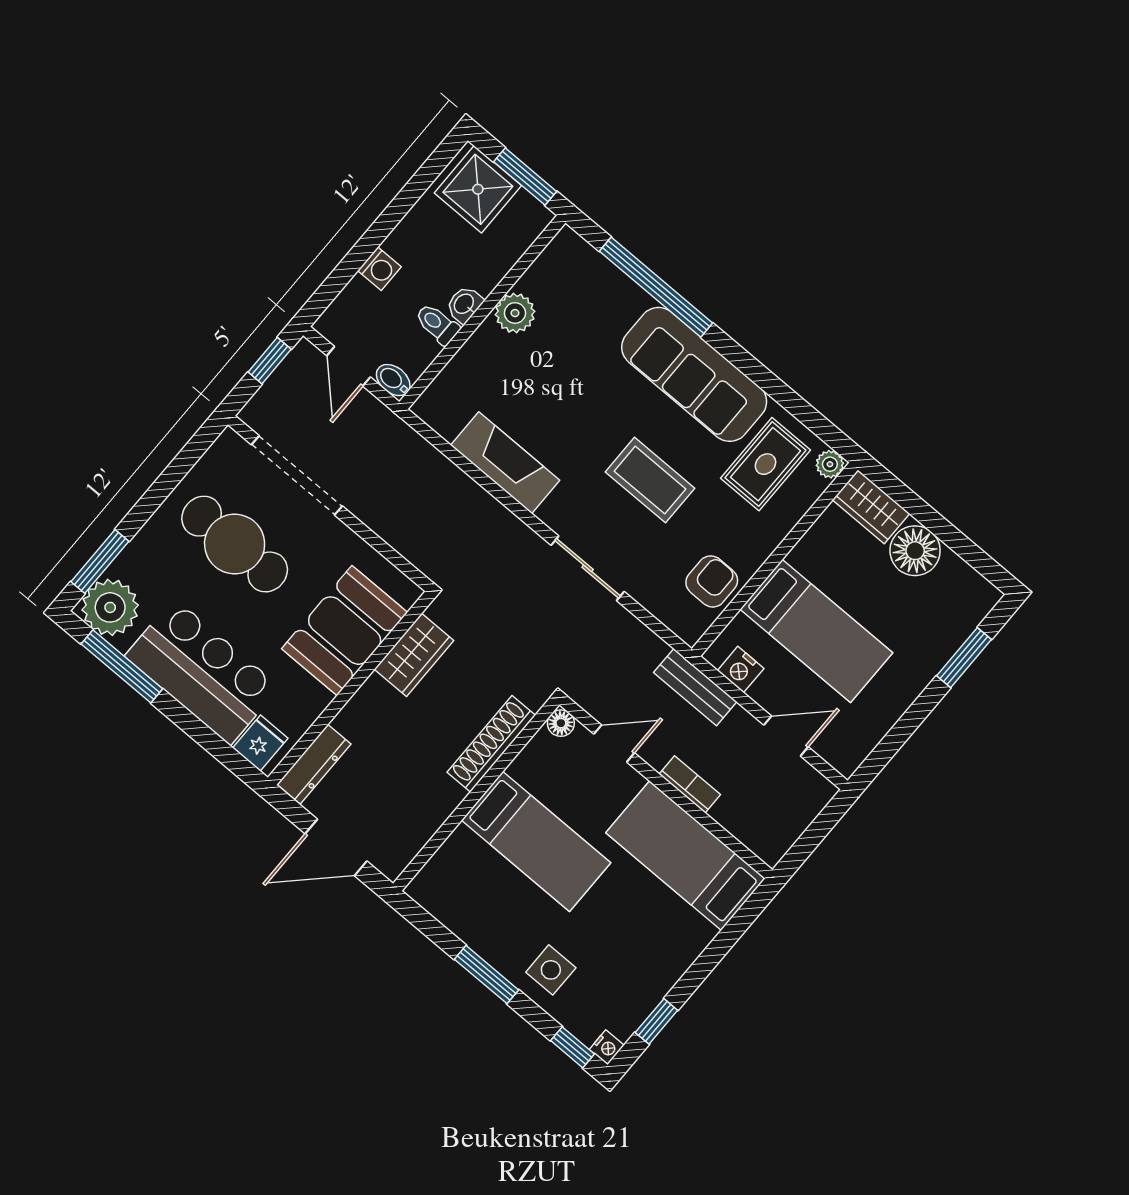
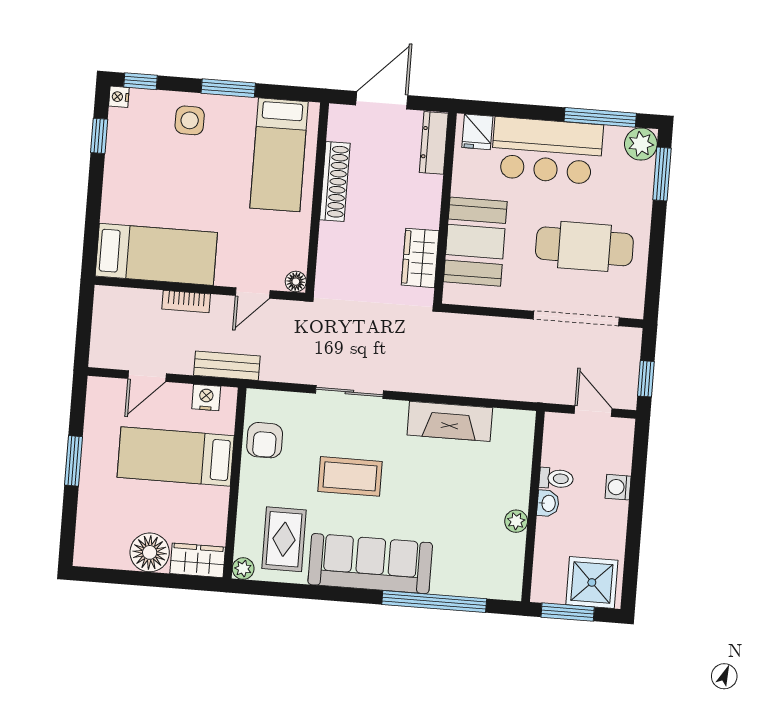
plant: (515, 313) -> (516, 521), width x0.73, depth x0.73
bidet: (393, 380) -> (559, 423), removed
plant: (110, 607) -> (641, 144), width x0.73, depth x0.73
window: (964, 658) -> (74, 461), moved
shoe rack: (491, 744) -> (335, 181), moved
bed: (536, 841) -> (279, 155), moved, turned -90

